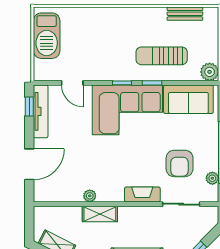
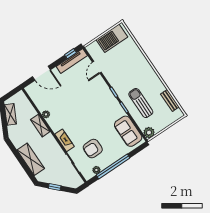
corner sofa: (127, 110) -> (102, 104), removed

